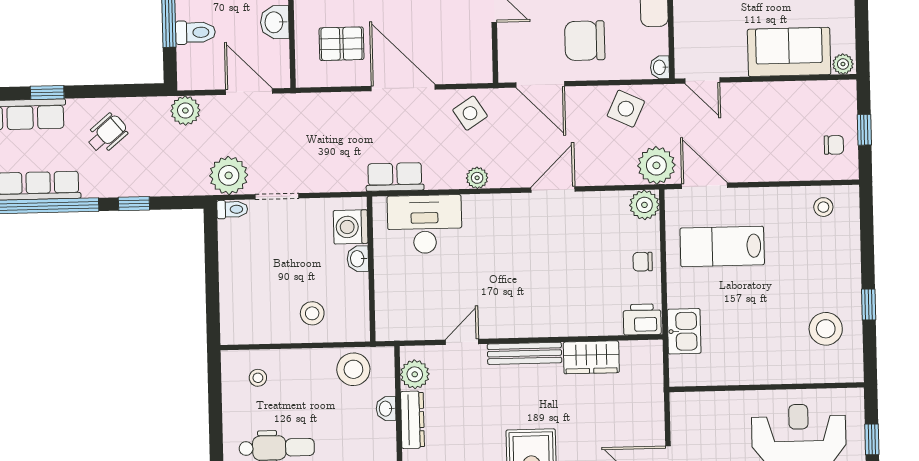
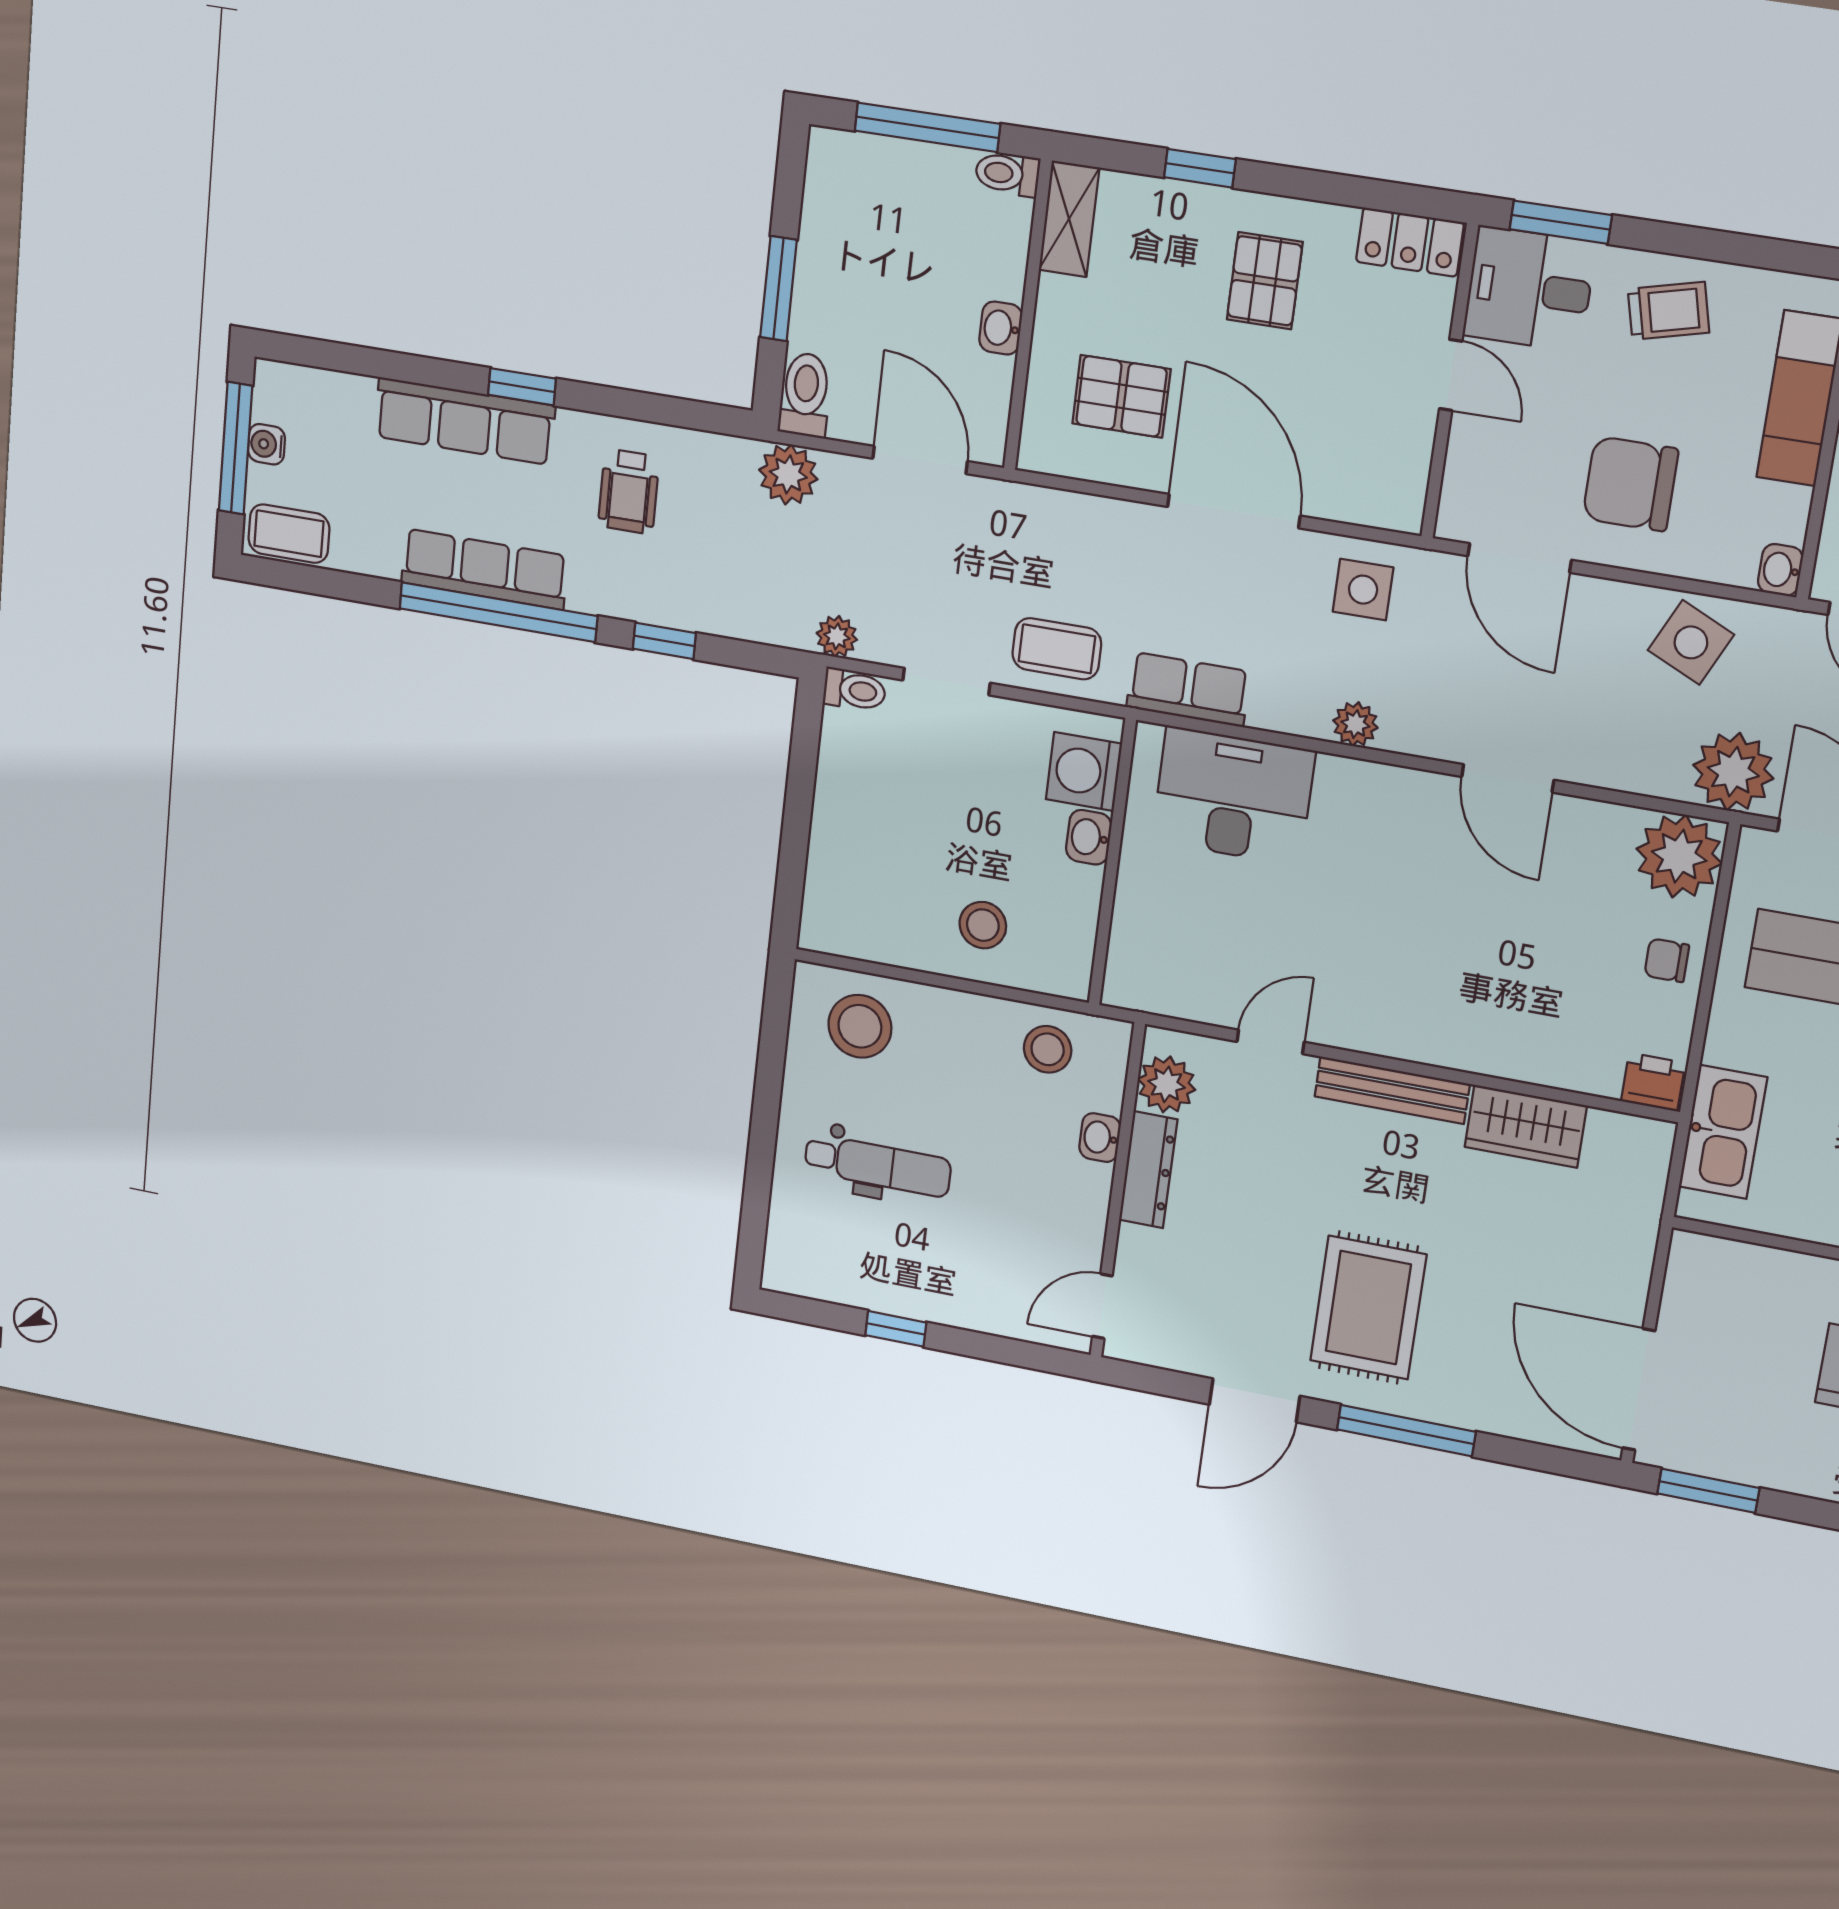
washbasin: (275, 22) -> (1001, 328), width x0.72, depth x0.69
toilet: (195, 32) -> (805, 395), moved, turned -90
side table: (470, 113) -> (1363, 590), turned 33
wheelchair: (107, 134) -> (629, 491), turned 130
coffee table: (329, 170) -> (1057, 649), added
plant: (229, 175) -> (837, 636), width x0.53, depth x0.53
door: (553, 189) -> (1508, 778), swing flipped
plant: (644, 205) -> (1679, 856), width x1.36, depth x1.36
printer: (642, 319) -> (1653, 1082), width x0.73, depth x0.81
kitchen sink: (684, 331) -> (1723, 1132), width x1.38
stool: (353, 369) -> (1048, 1049), width x0.73, depth x0.73
stool: (258, 378) -> (860, 1026), width x1.89, depth x1.89

